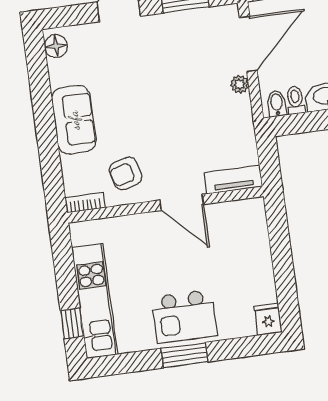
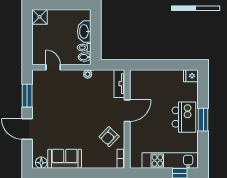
door: (248, 44) -> (53, 67), width x0.53
plant: (240, 84) -> (88, 74), moved
sofa: (74, 120) -> (65, 159), moved
armchair: (126, 173) -> (109, 137), turned 59

